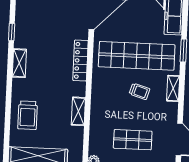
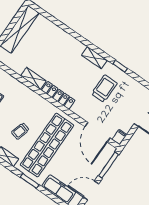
locker: (80, 61) -> (58, 95), moved
trolley: (28, 115) -> (104, 89), moved, turned 90

